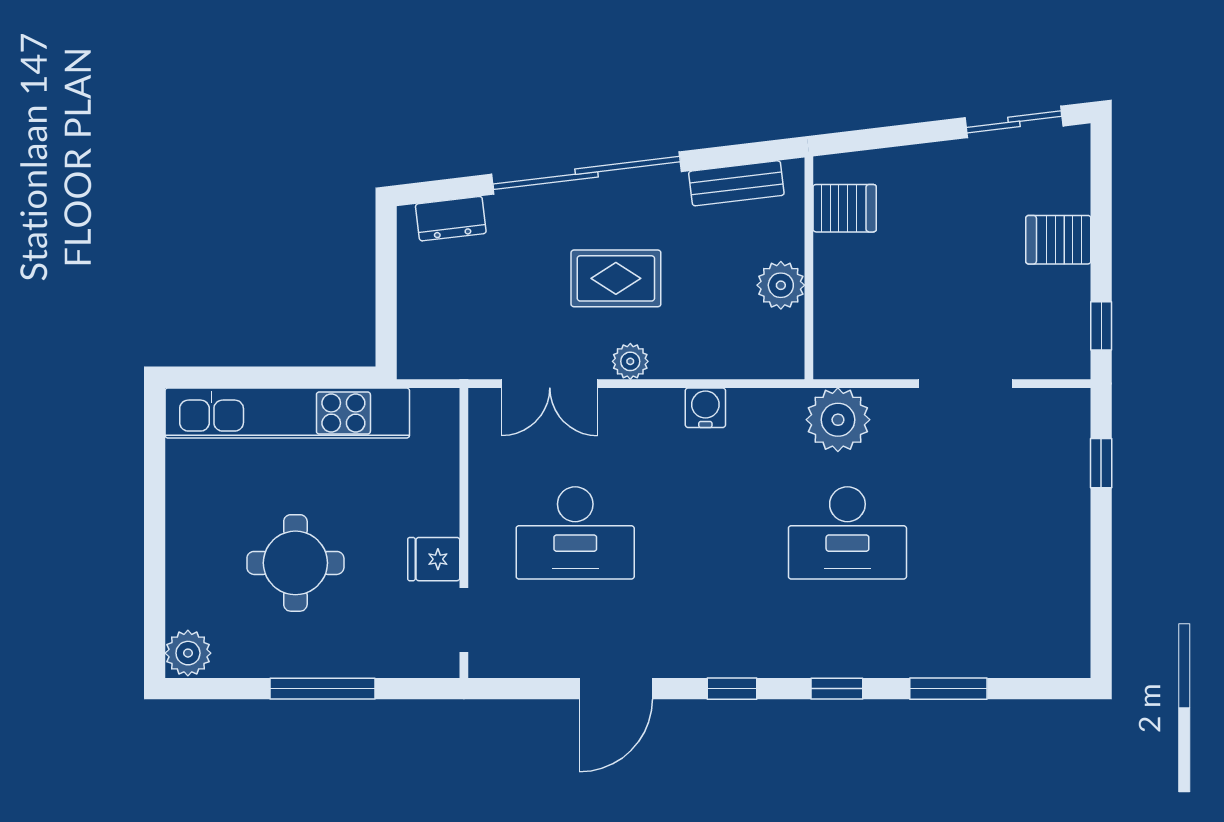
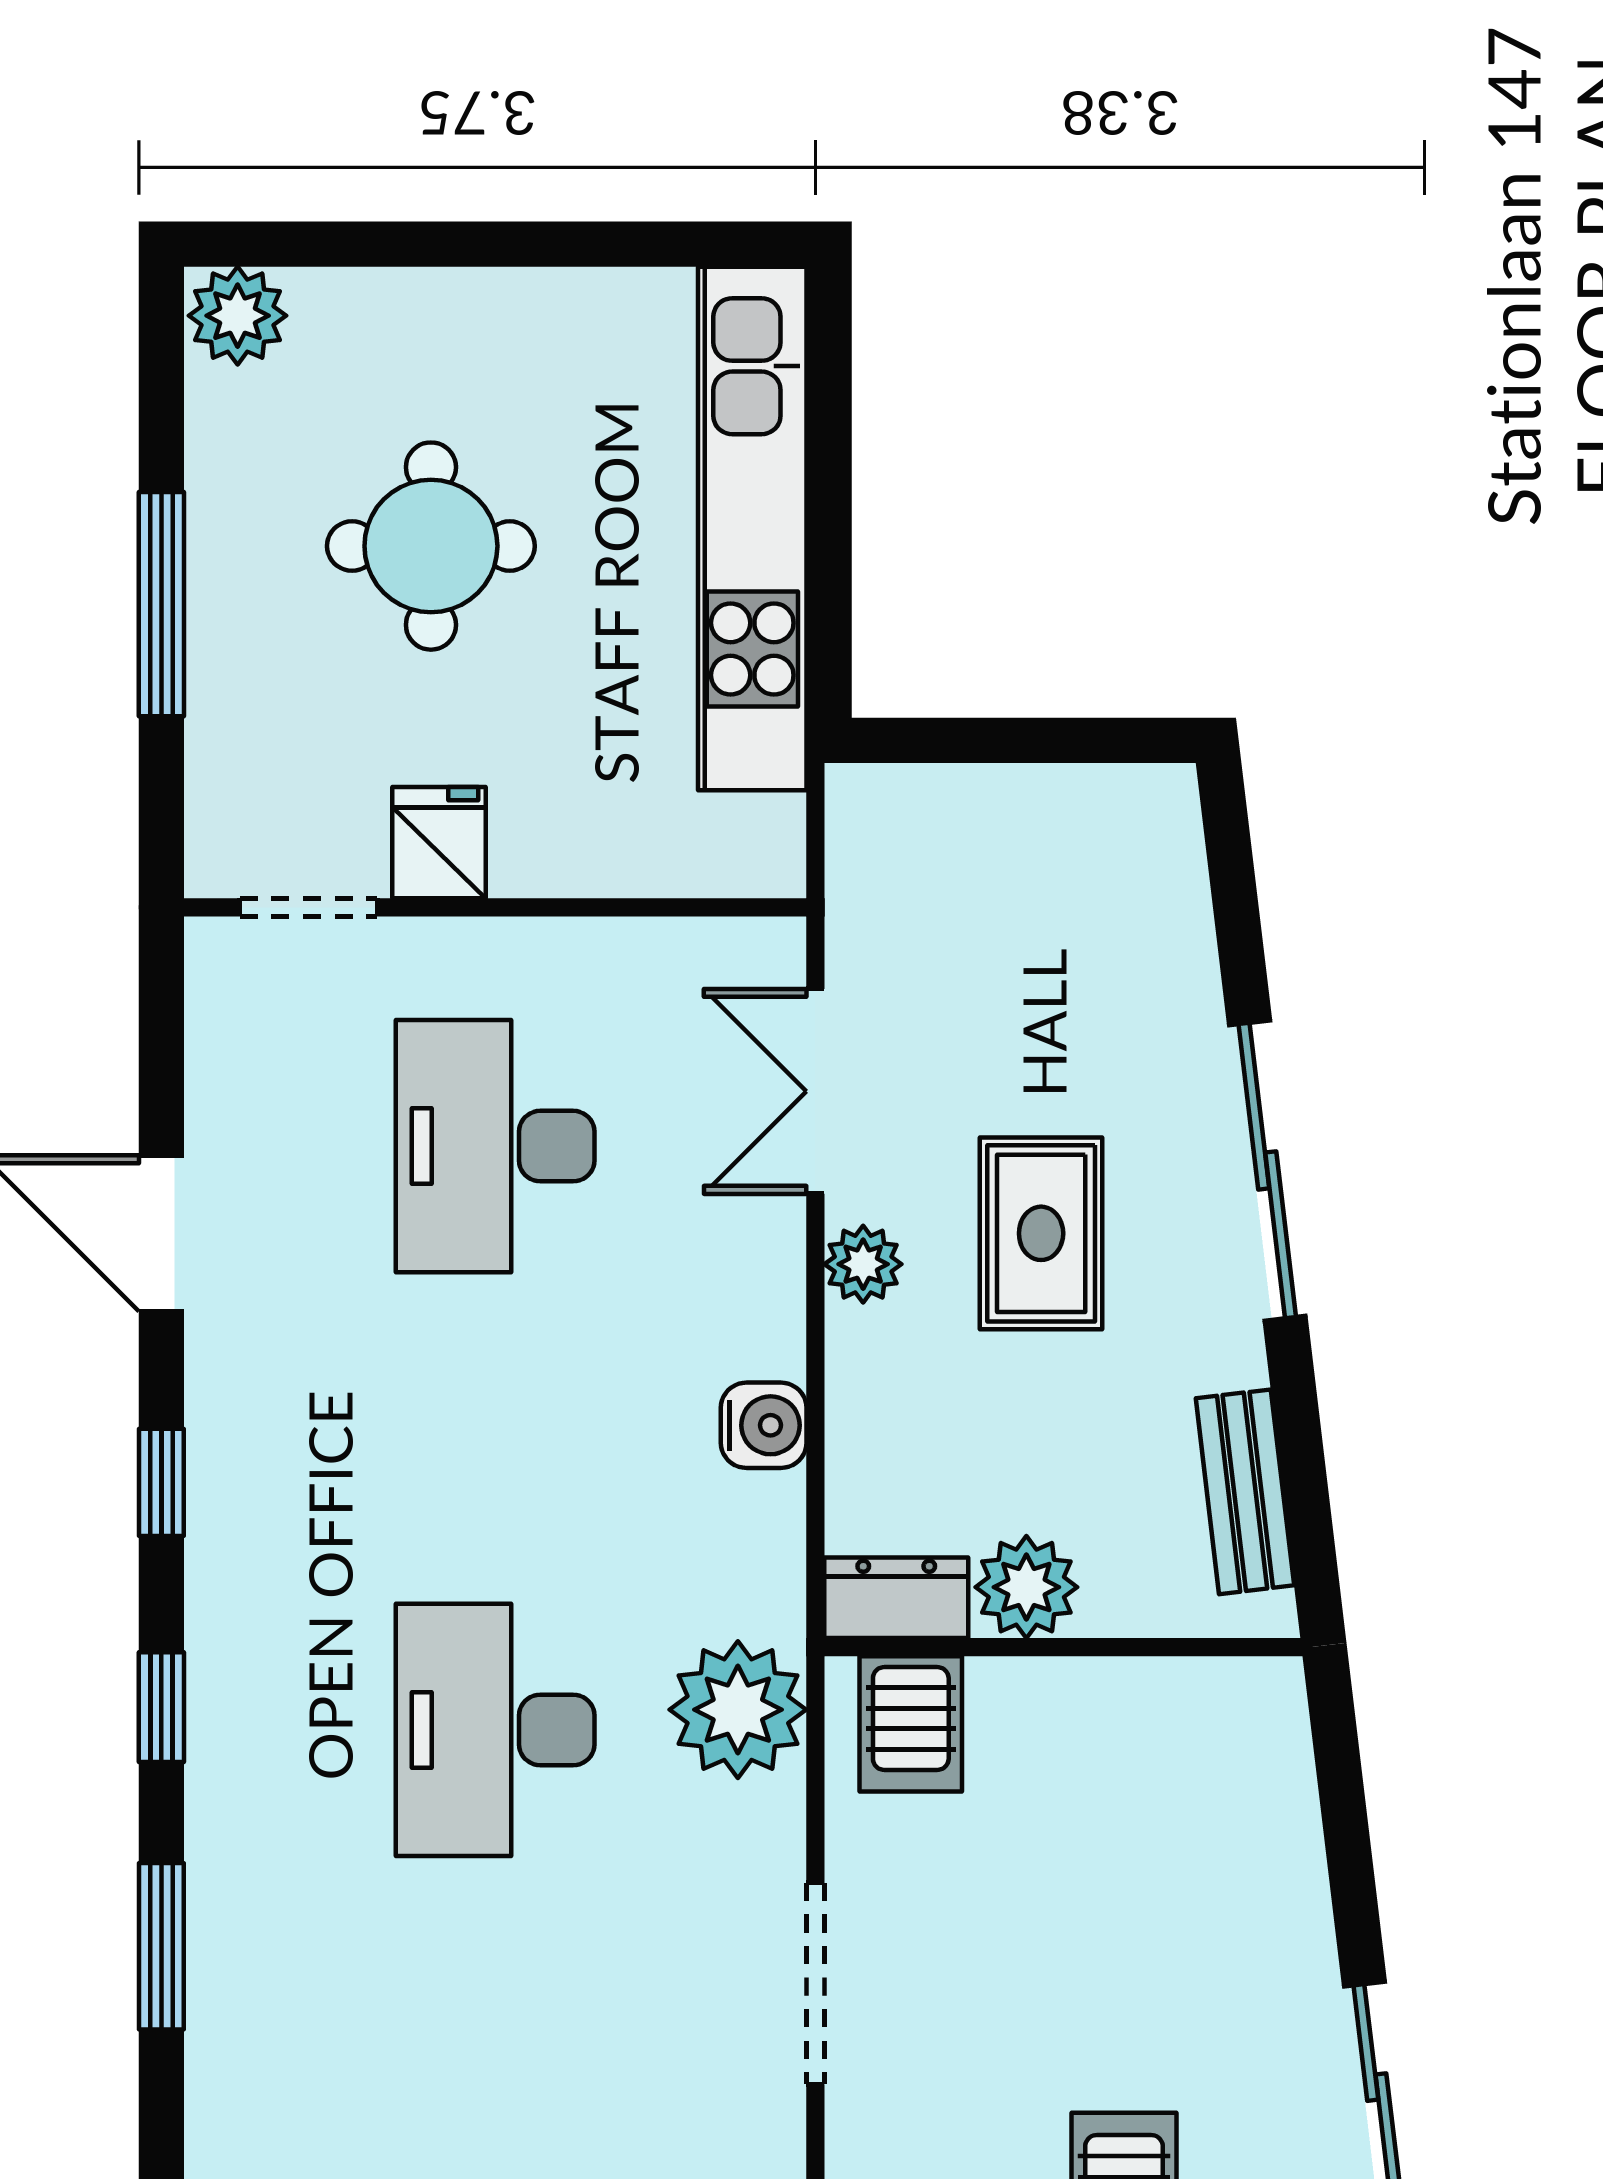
sliding door: (587, 173) -> (1267, 1170), width x0.73
server rack: (845, 208) -> (911, 1724), moved
dresser: (451, 219) -> (896, 1598), moved, turned 97

